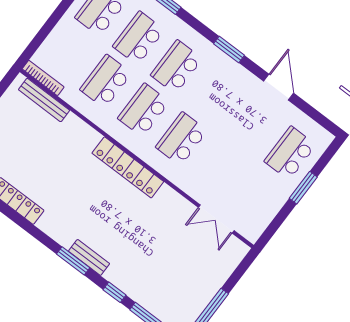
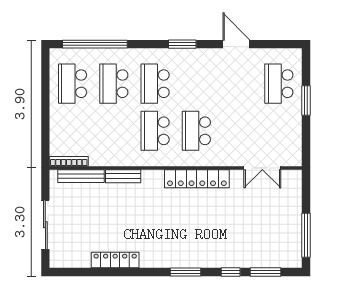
school desk: (106, 81) -> (114, 131), removed
locker: (128, 167) -> (197, 179), moved
bench: (89, 257) -> (123, 176), moved

